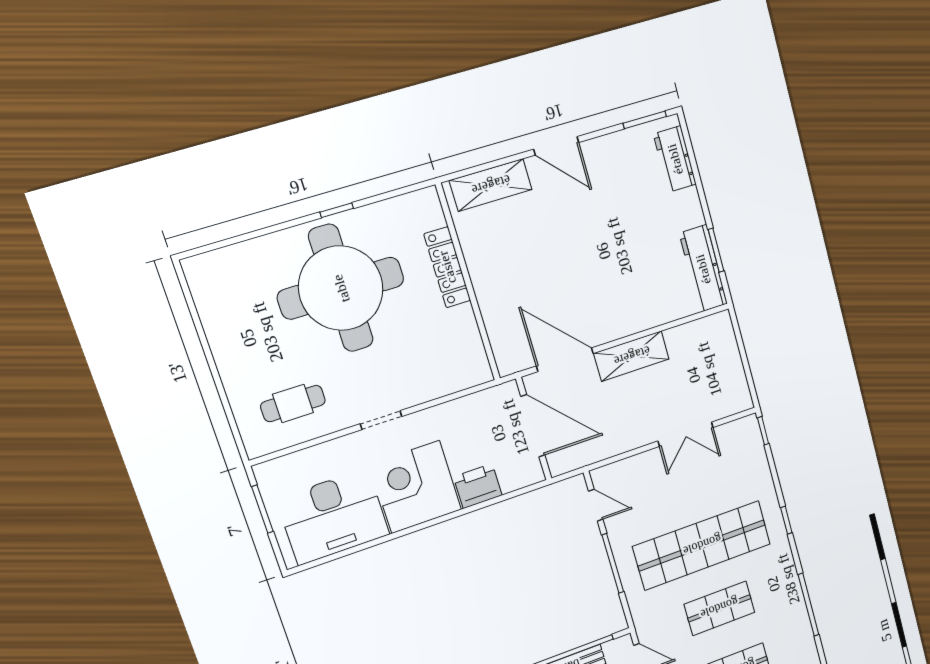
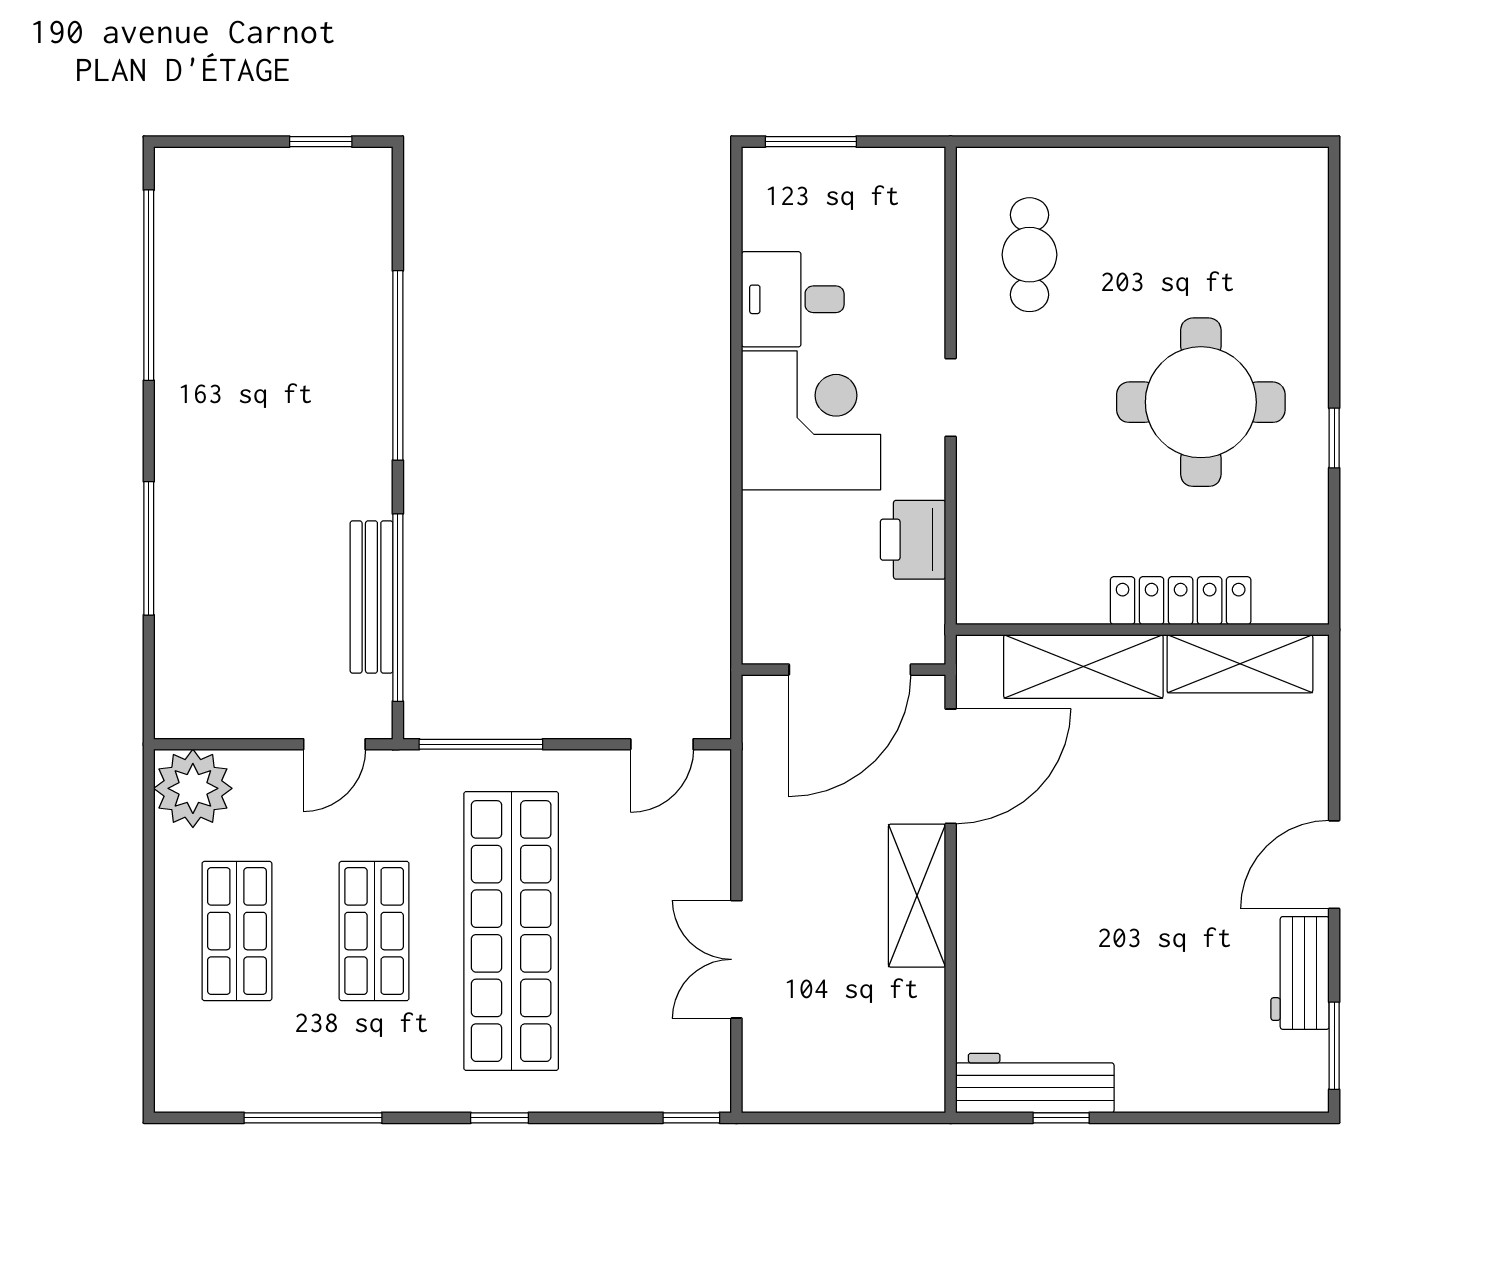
workbench: (675, 159) -> (1300, 973), moved, turned -90
shelving: (491, 185) -> (1240, 664), moved, turned 90
window: (716, 250) -> (1061, 1118), width x0.67
round table: (341, 288) -> (1201, 402), width x0.73, depth x0.73
shelving: (496, 308) -> (1083, 667), added
printer: (478, 486) -> (913, 540), moved, turned 180
window: (263, 509) -> (811, 142), moved
desk: (333, 517) -> (793, 299), width x0.53, depth x0.77
window: (613, 563) -> (481, 744), moved

